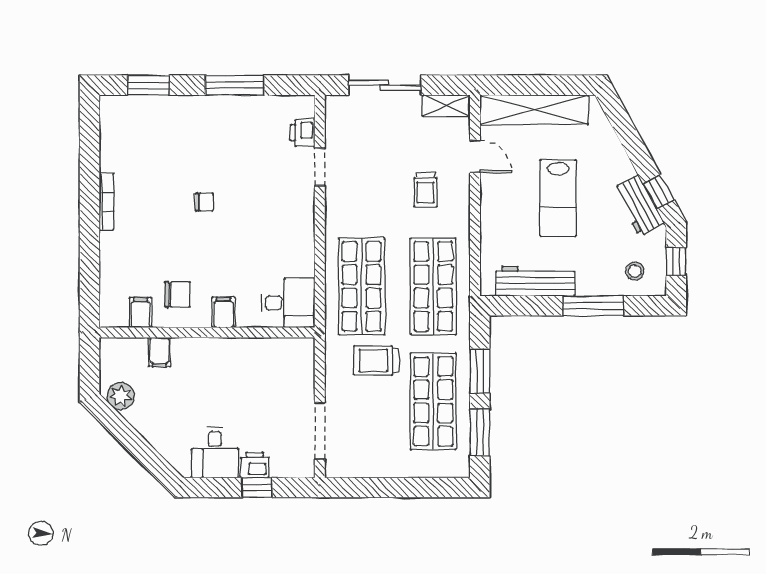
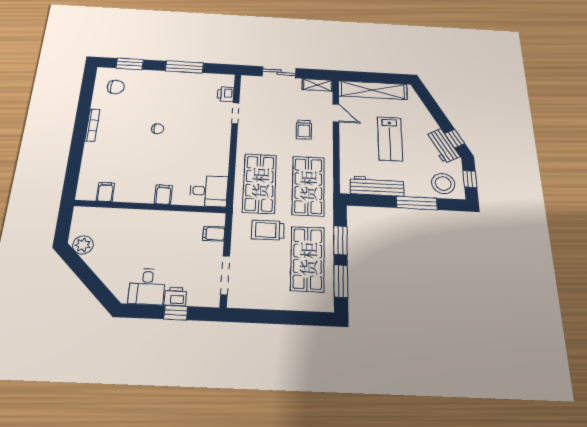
sliding door: (385, 85) -> (279, 72), width x0.73
stool: (635, 271) -> (443, 184), width x1.89, depth x1.89
chair: (177, 294) -> (116, 87), moved
filing cabinet: (159, 352) -> (214, 234), moved, turned 90

